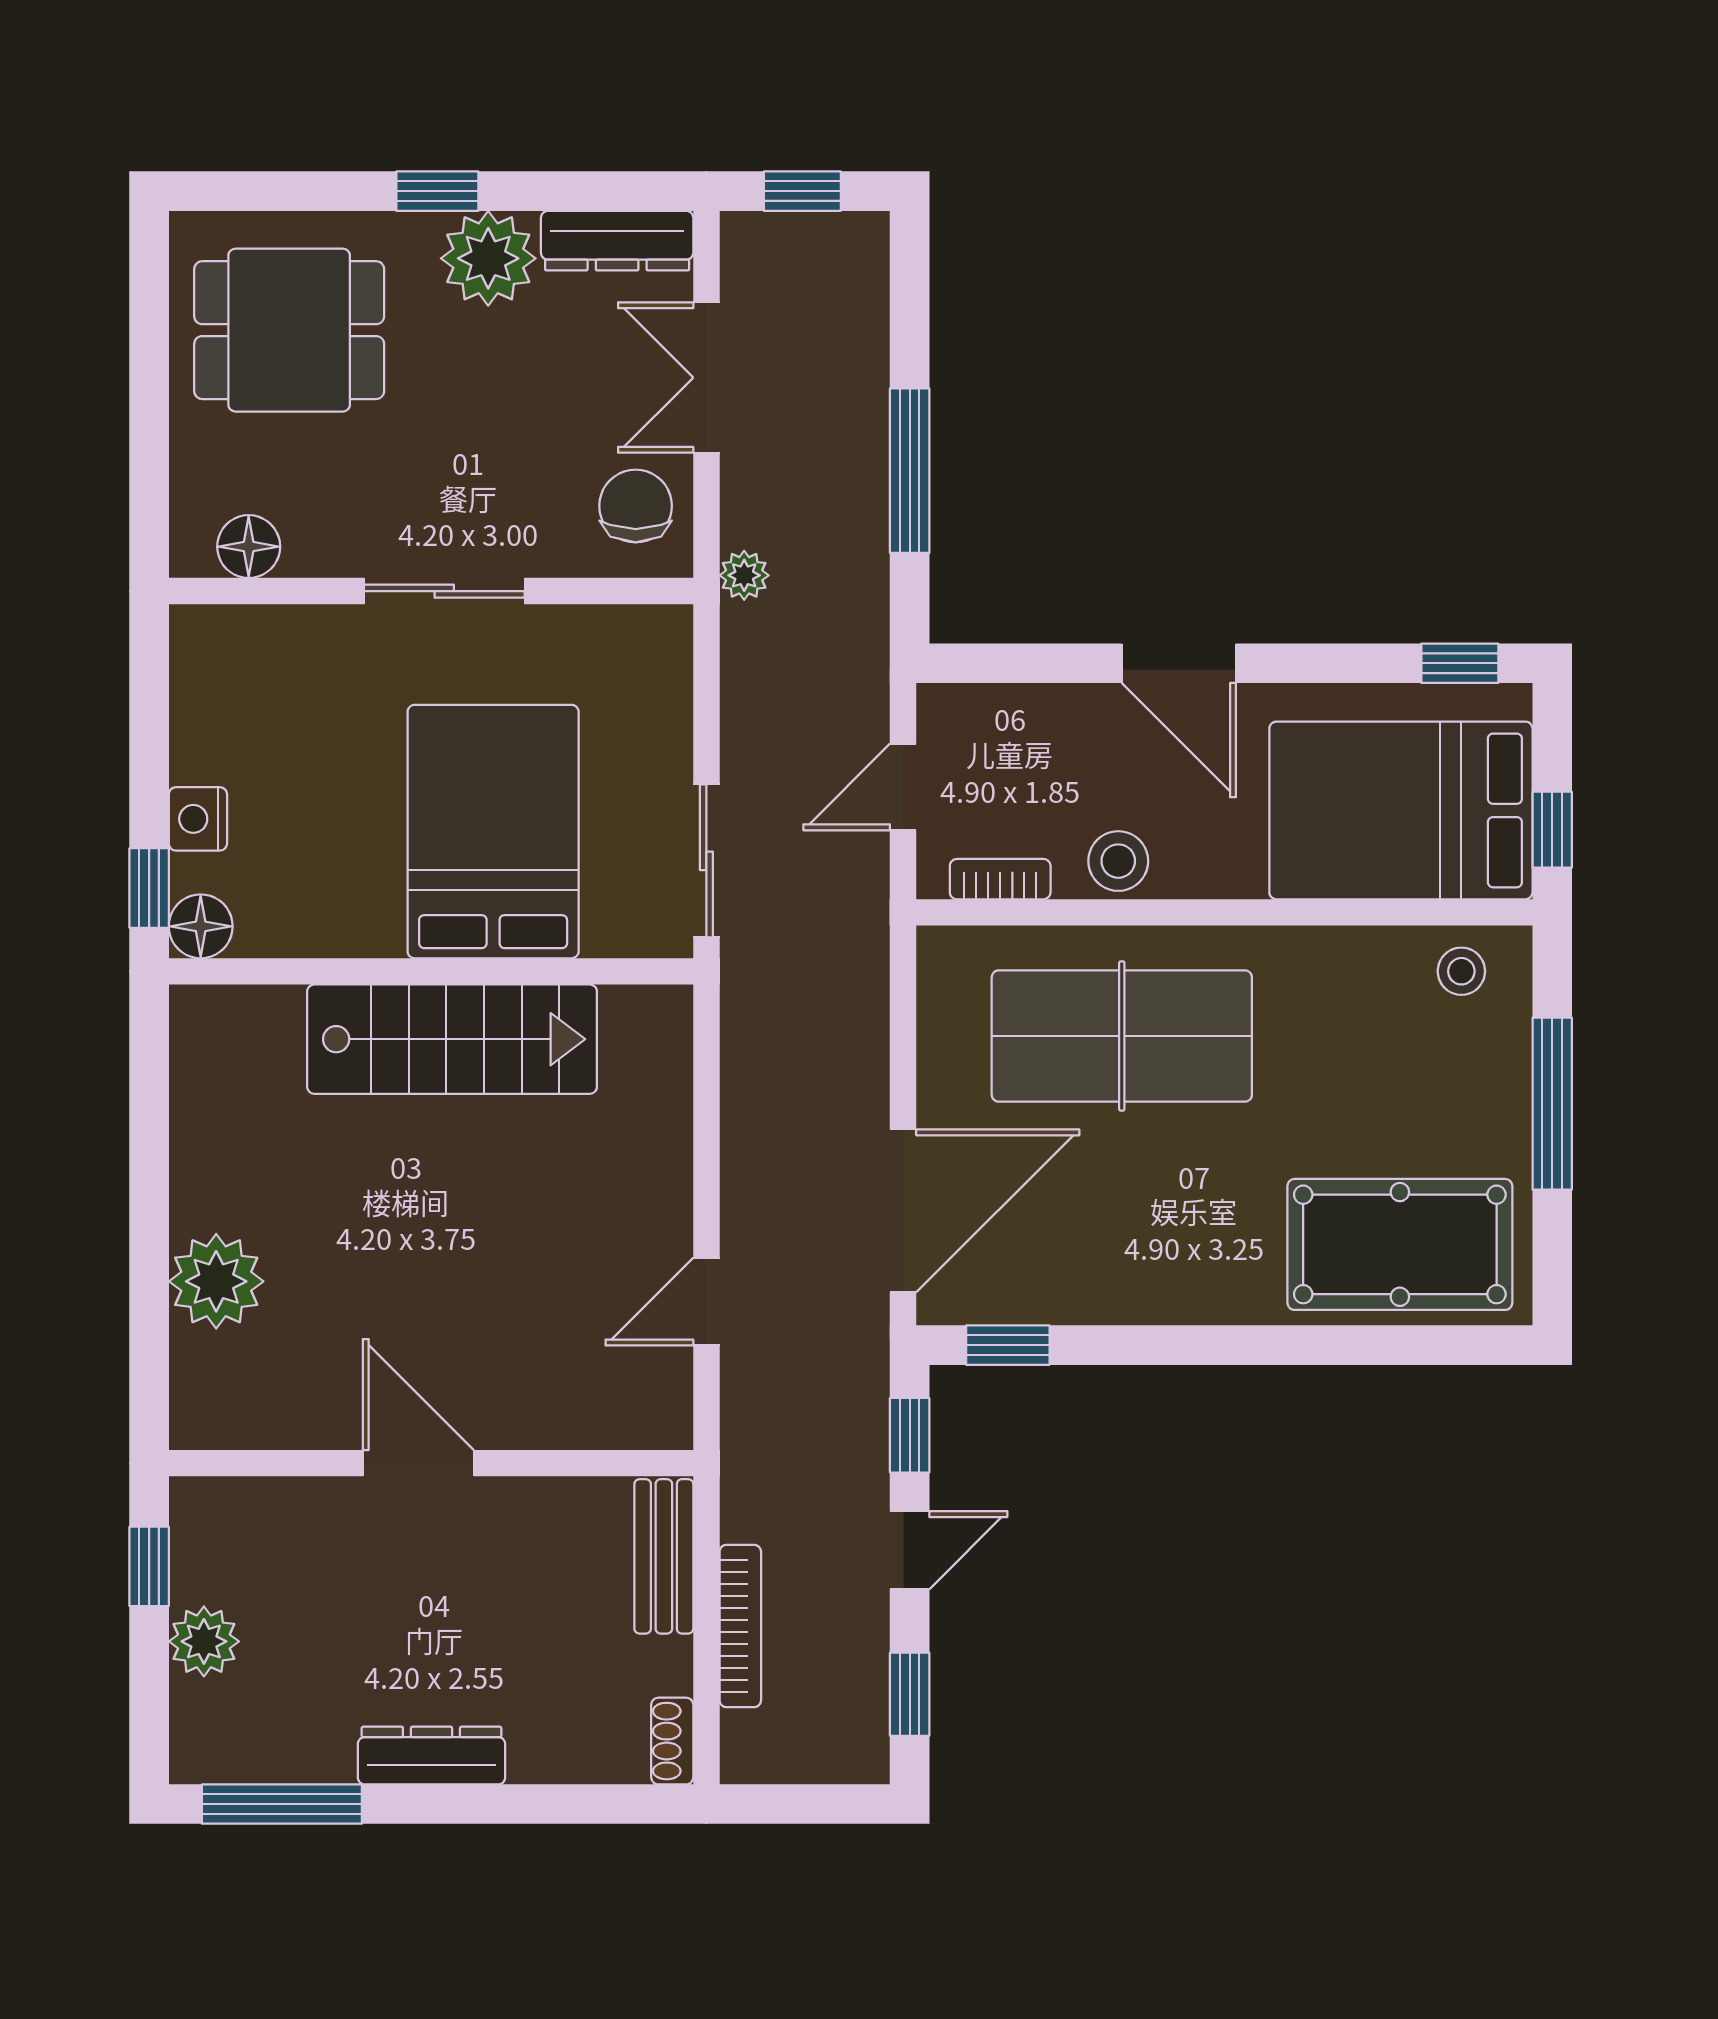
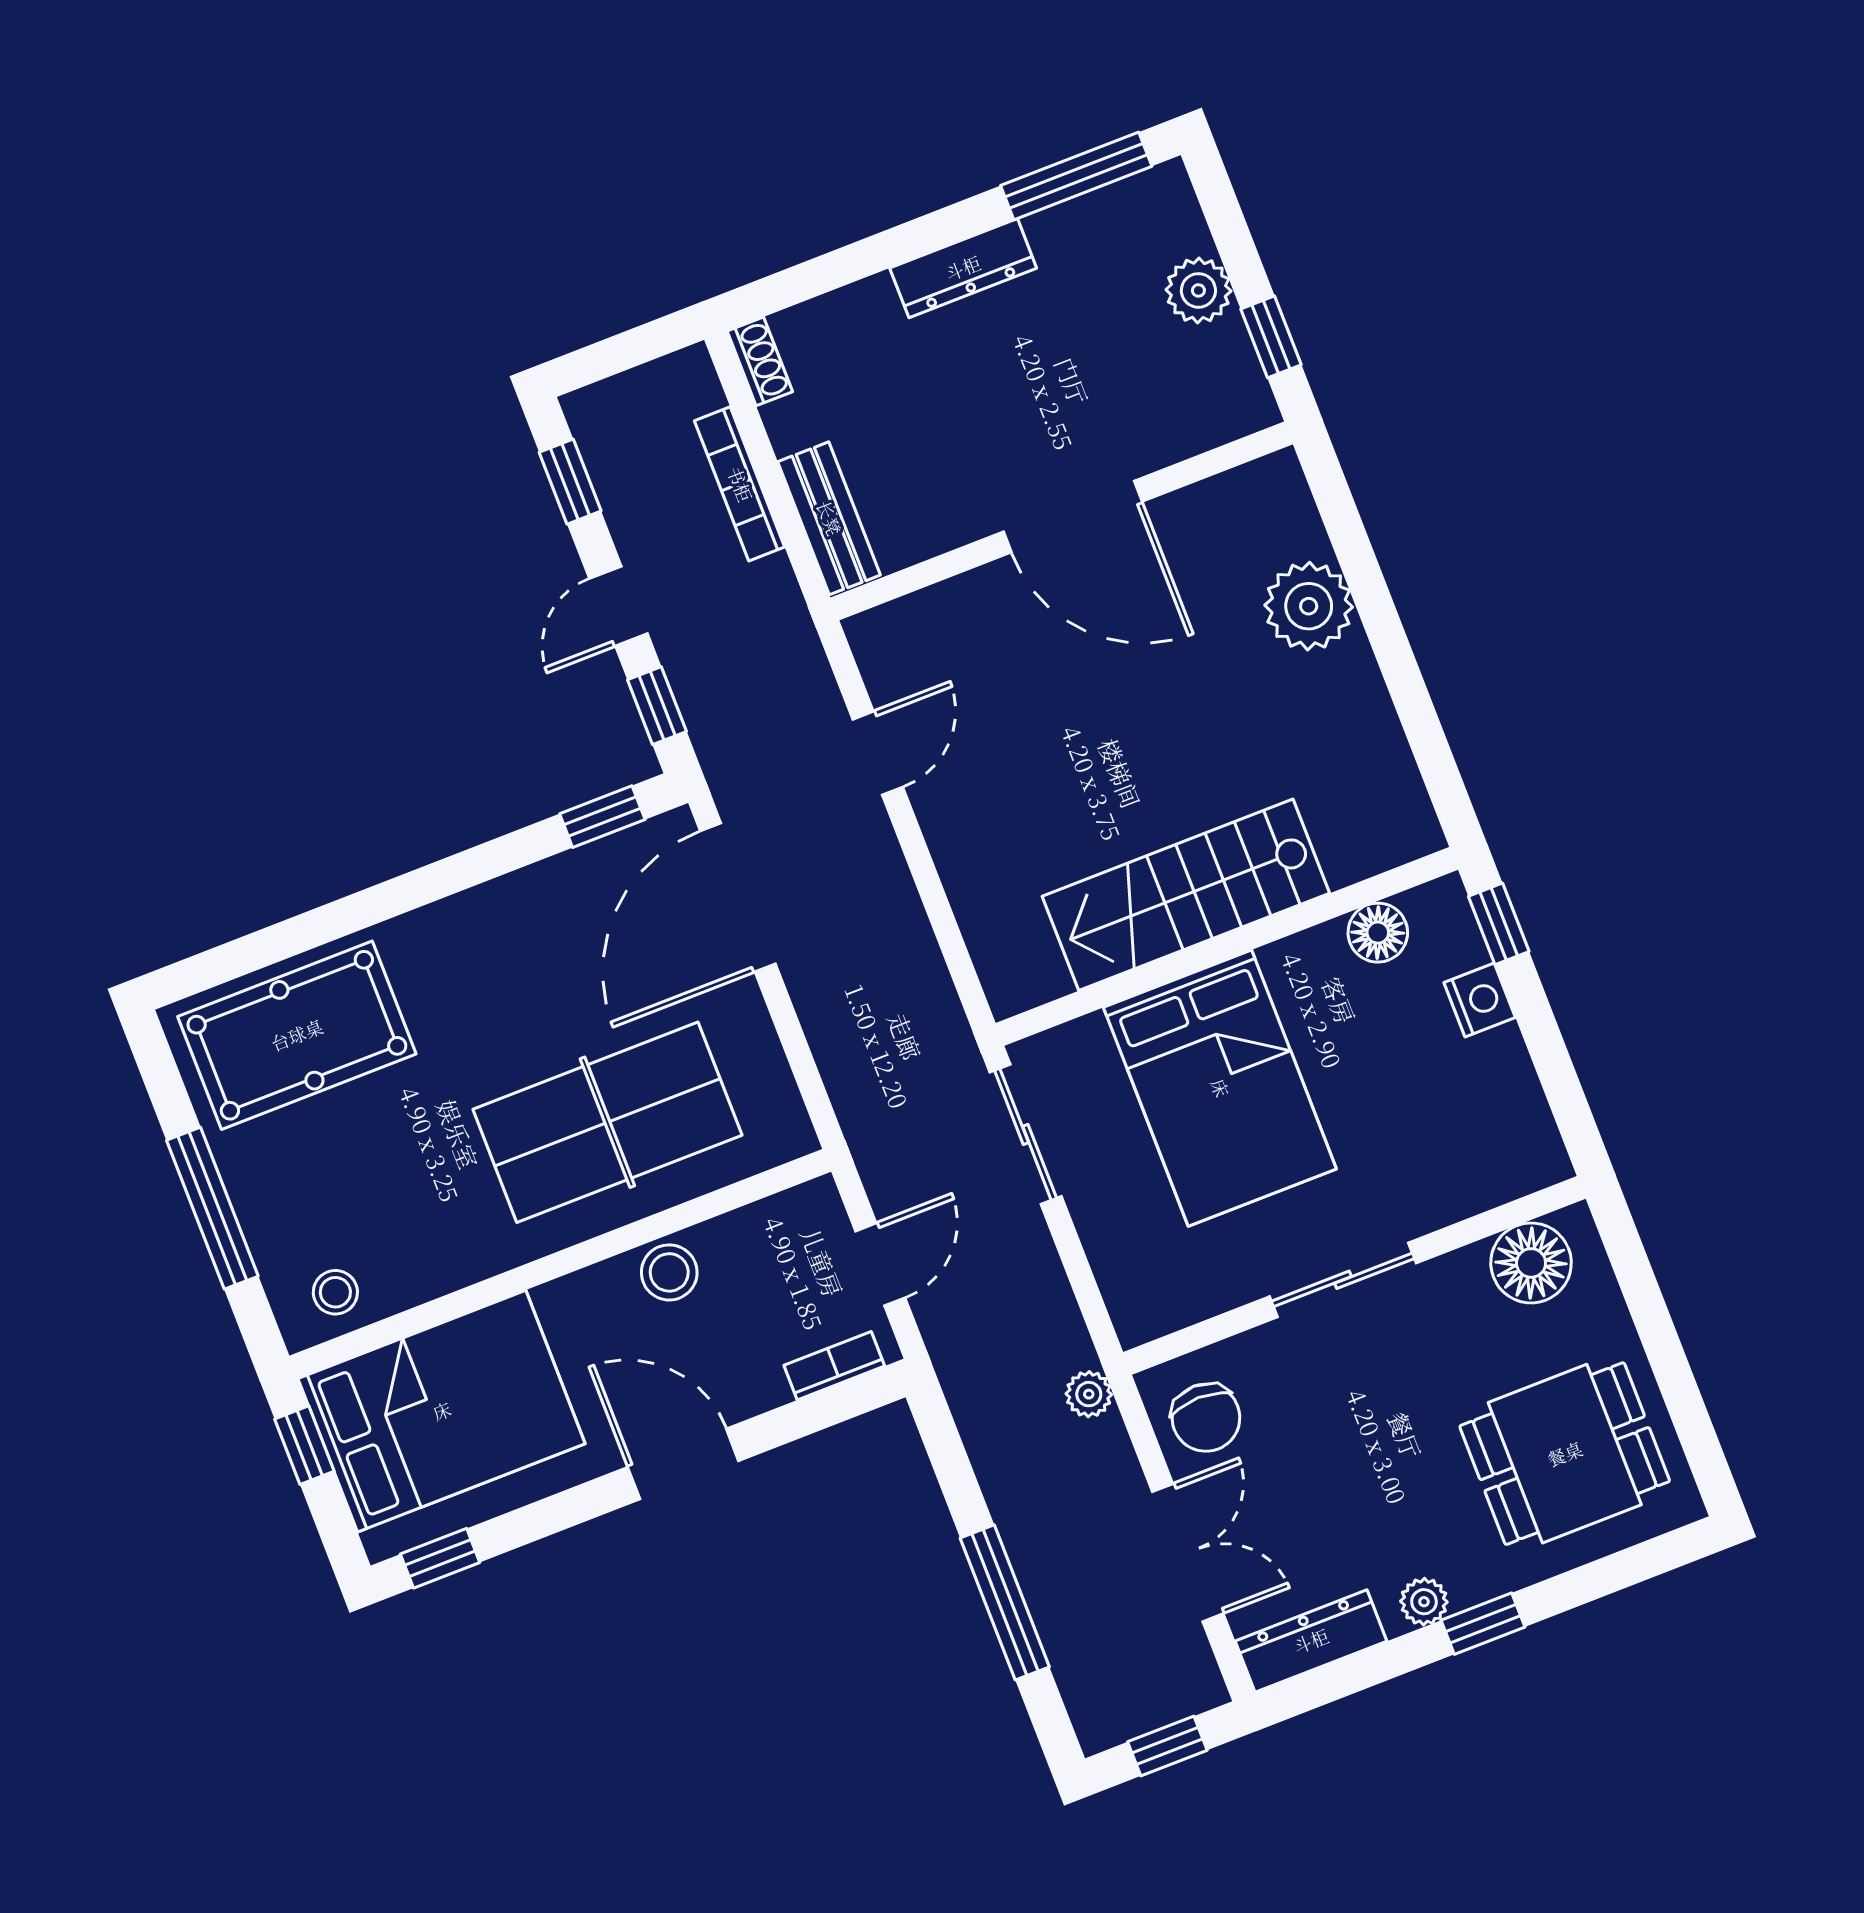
plant: (488, 258) -> (1424, 1602), width x0.53, depth x0.53
window: (910, 471) -> (1005, 1602), moved
floor lamp: (249, 547) -> (1531, 1263), width x1.38, depth x1.38
bookcase: (1000, 879) -> (834, 1366), moved, turned 180
floor lamp: (201, 926) -> (1378, 933), moved
door: (418, 1463) -> (1073, 517), width x1.36

